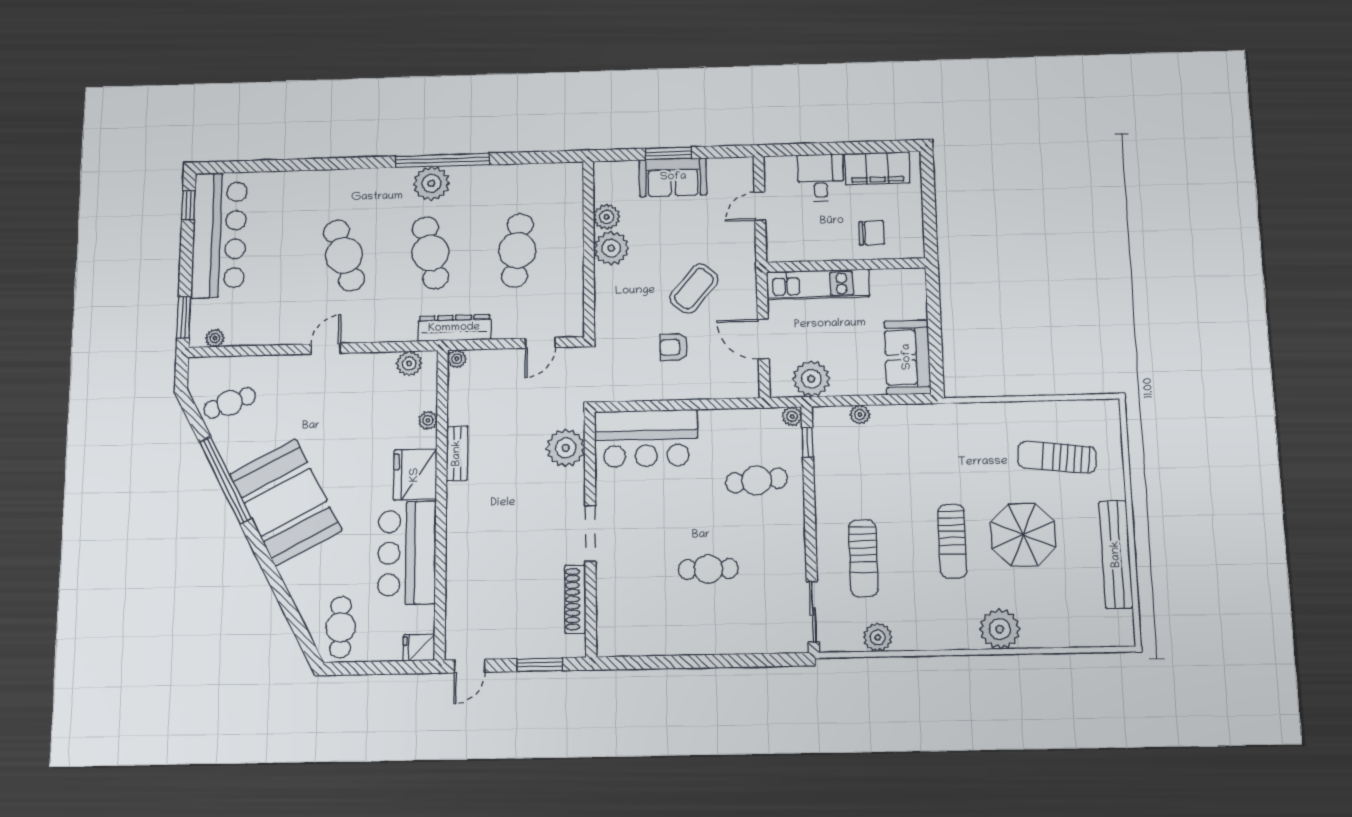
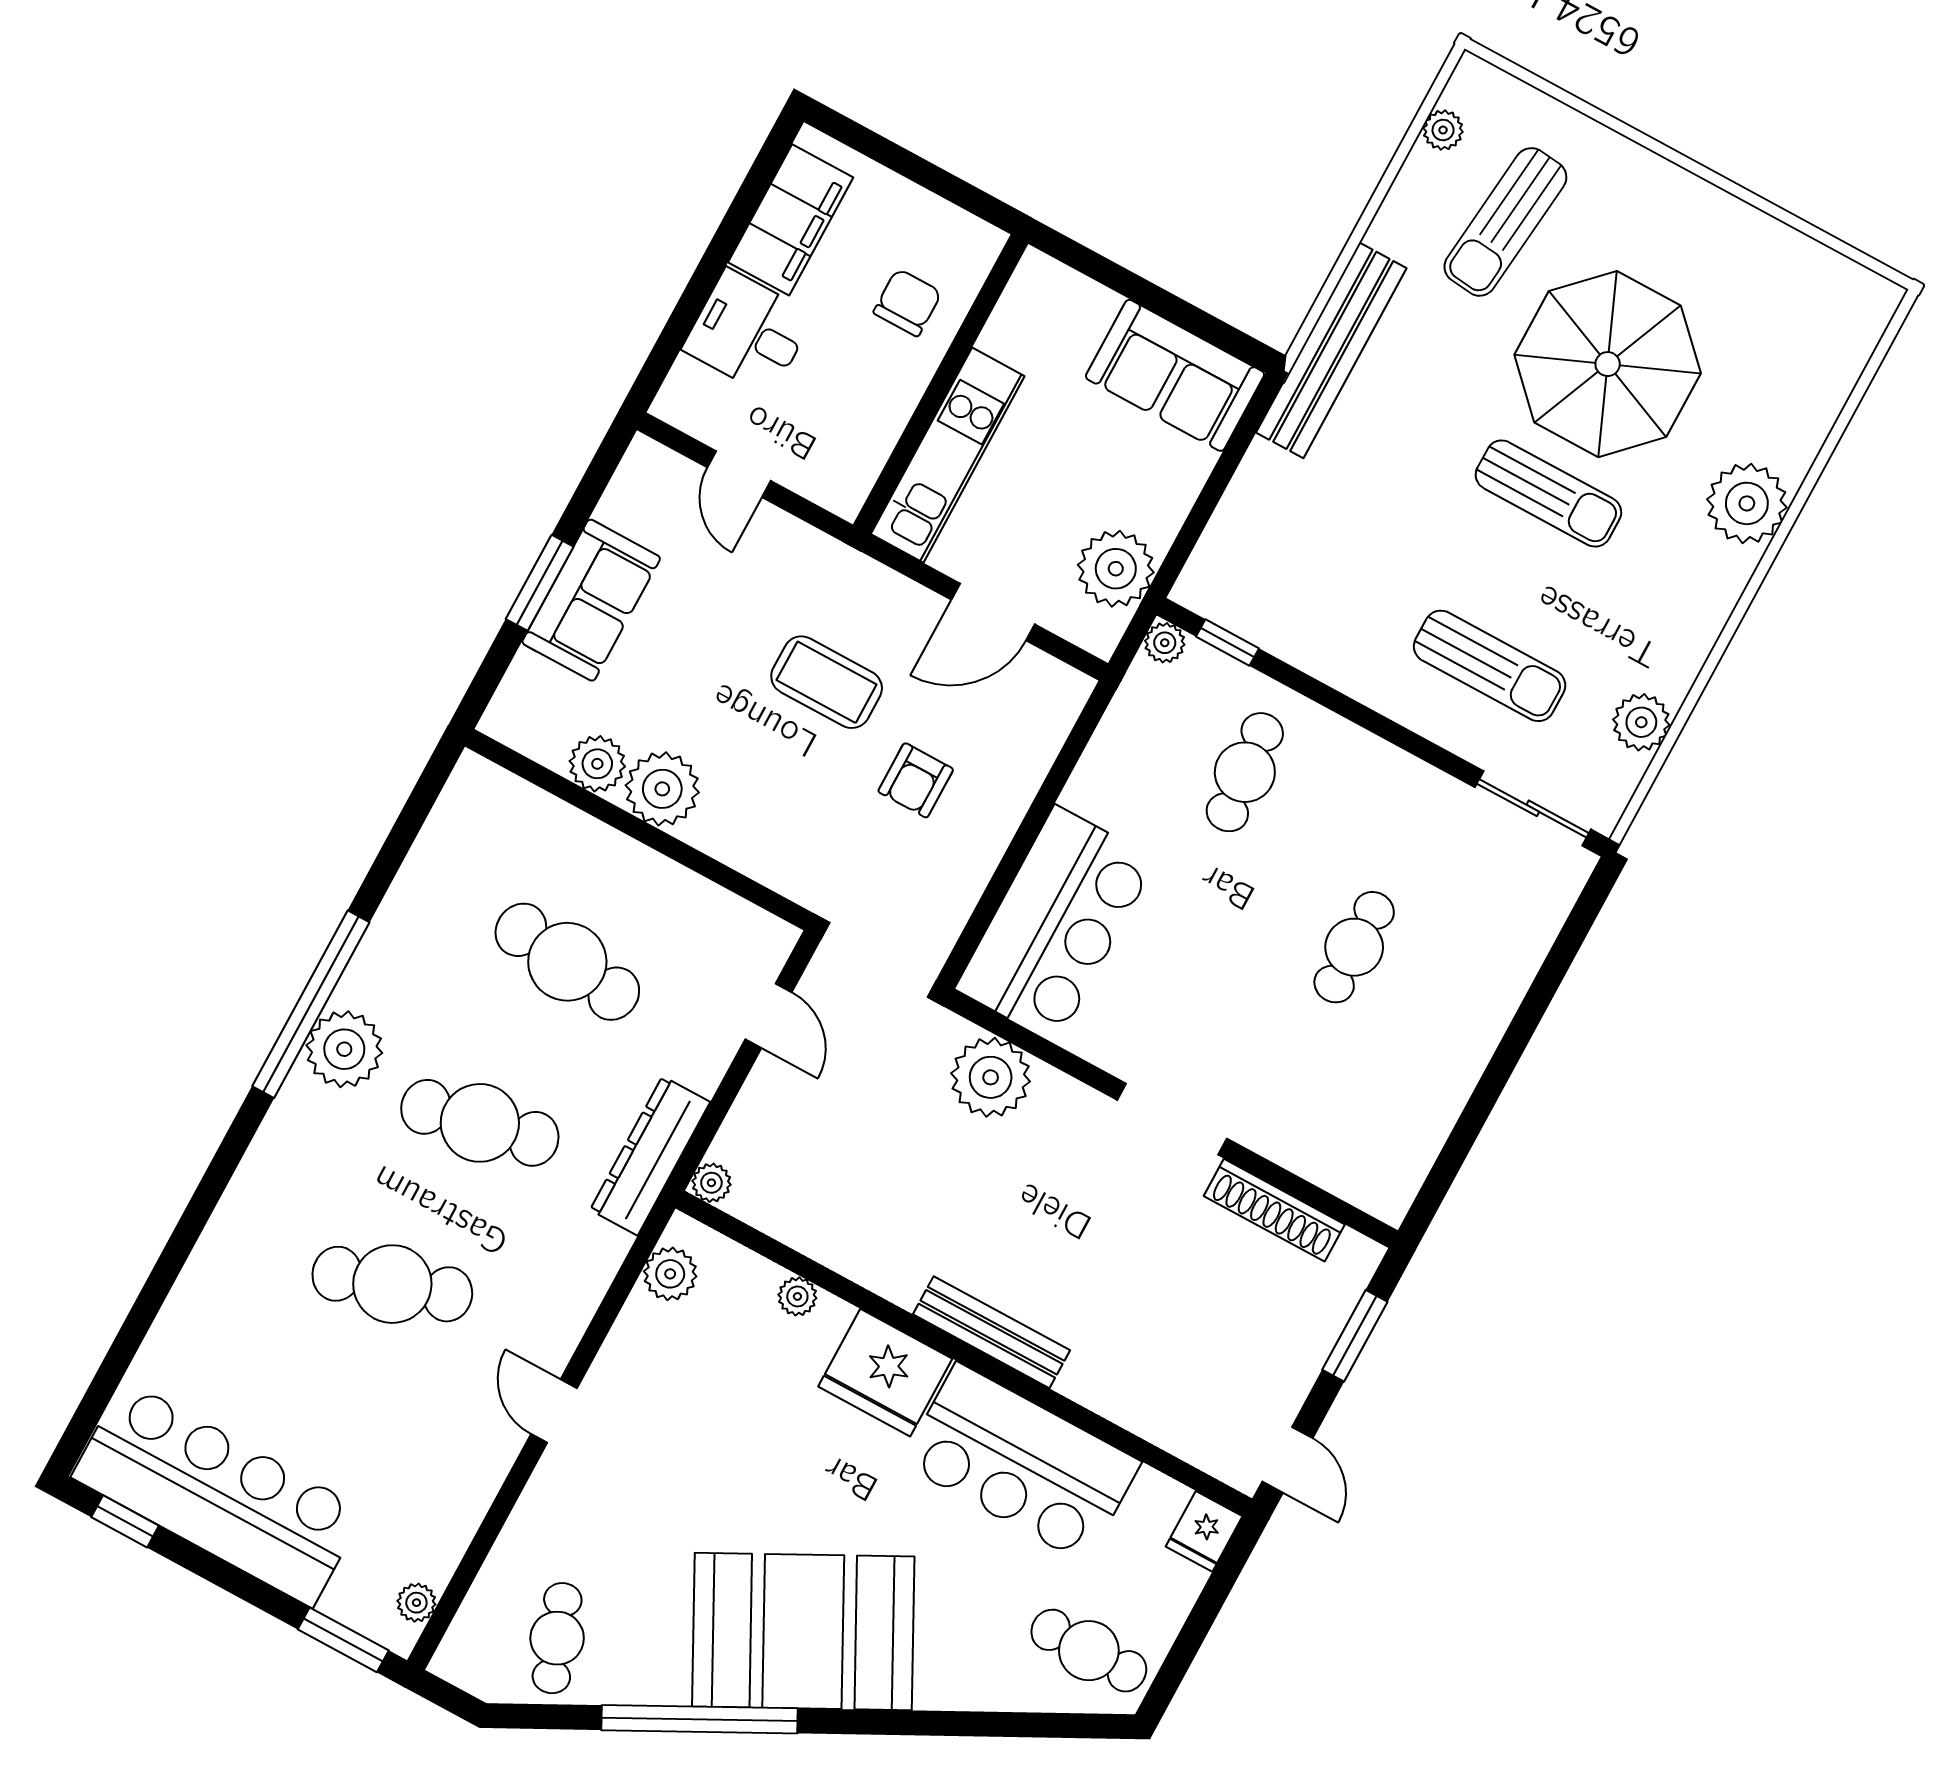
coffee table: (694, 289) -> (827, 682), turned -40
plant: (860, 415) -> (1443, 130), moved
bench: (457, 453) -> (991, 1332), moved, width x1.36
parasol: (1023, 535) -> (1608, 364), width x1.36, depth x1.36
bench: (1116, 554) -> (1331, 350), moved, turned 90

